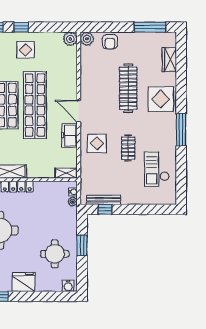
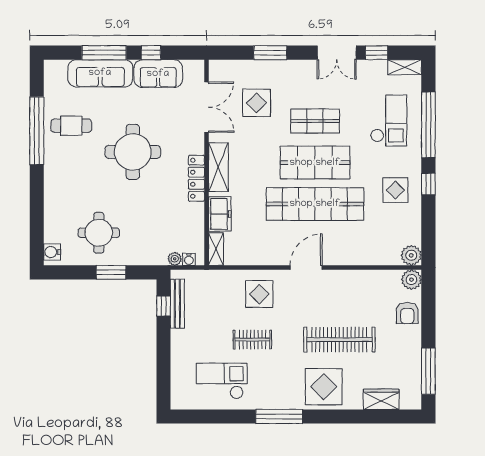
armchair: (110, 42) -> (407, 313), turned -90
freezer: (70, 135) -> (220, 214), moved, turned 90
fridge: (24, 282) -> (58, 187), removed

